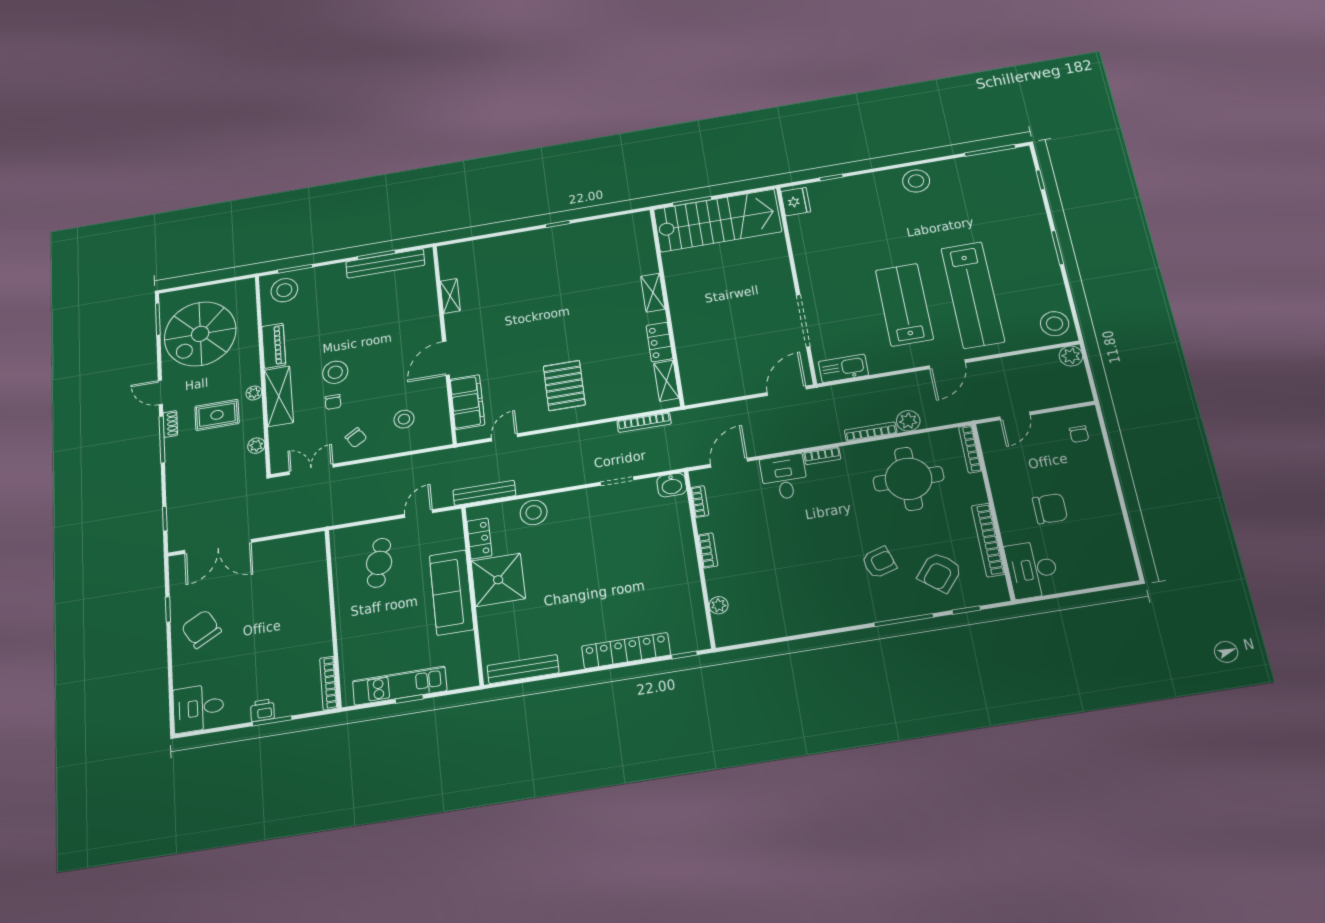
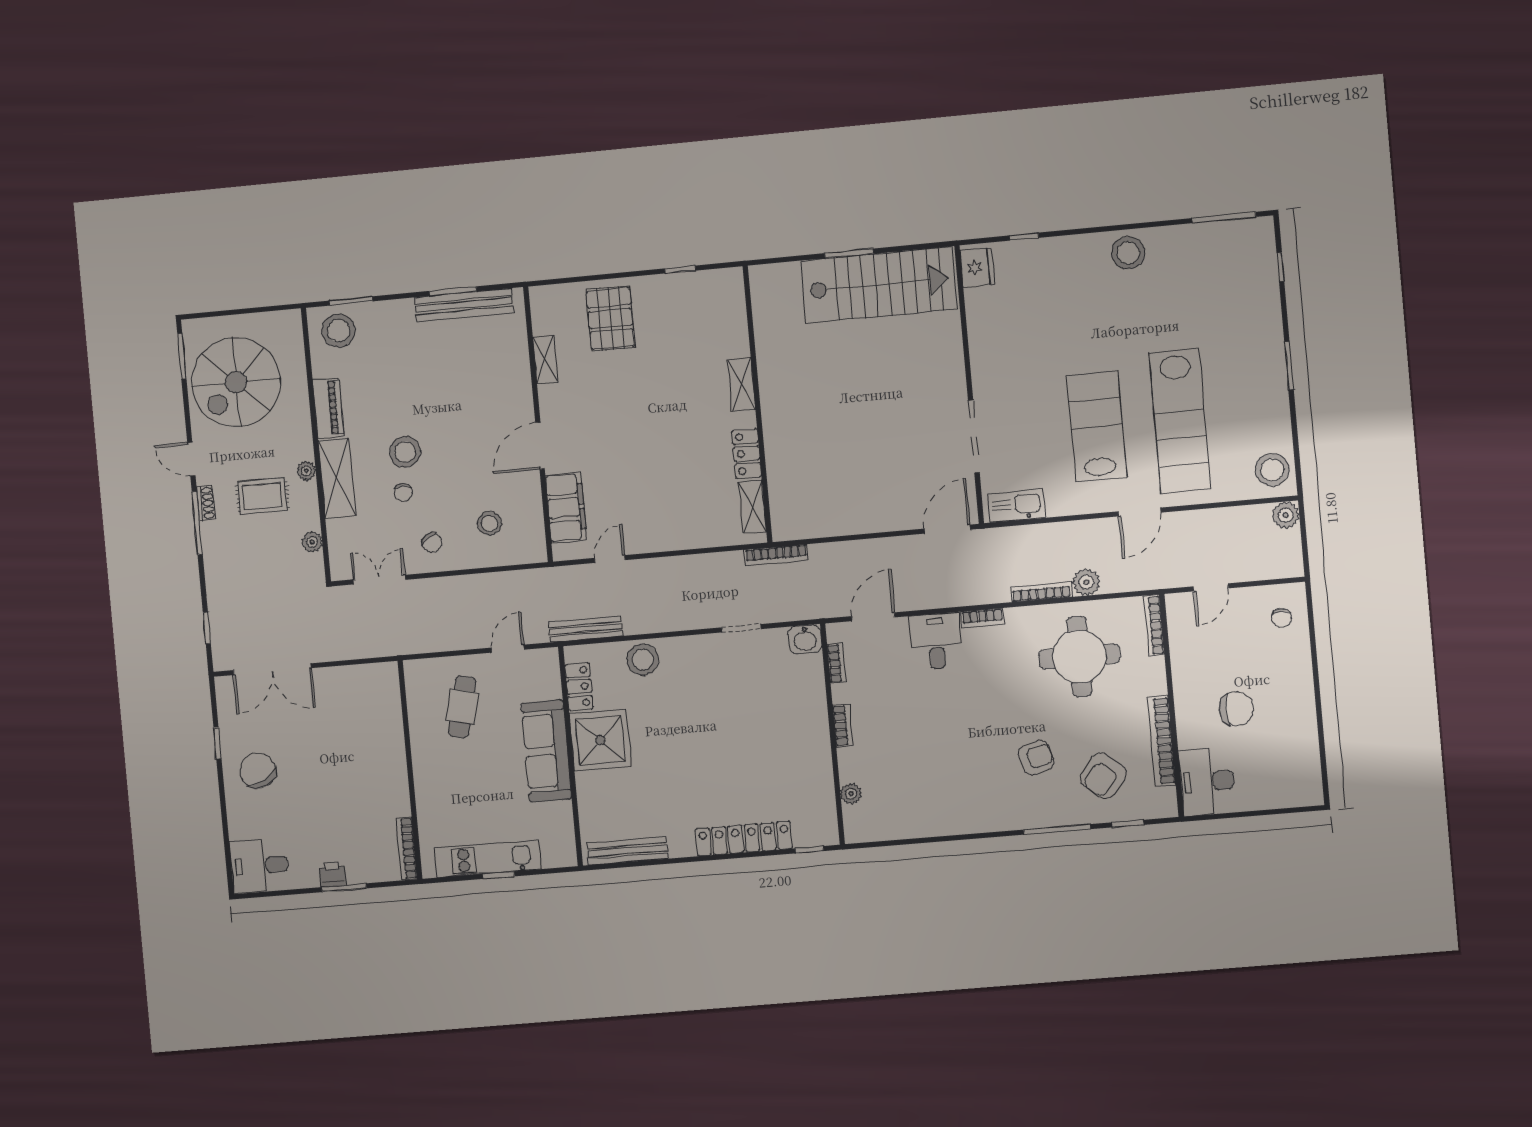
shelving: (653, 293) -> (742, 384), moved
wall: (667, 306) -> (758, 404), moved
locker: (659, 342) -> (747, 454), moved
shelving: (666, 381) -> (752, 507), moved
pallet: (564, 385) -> (610, 319), moved

